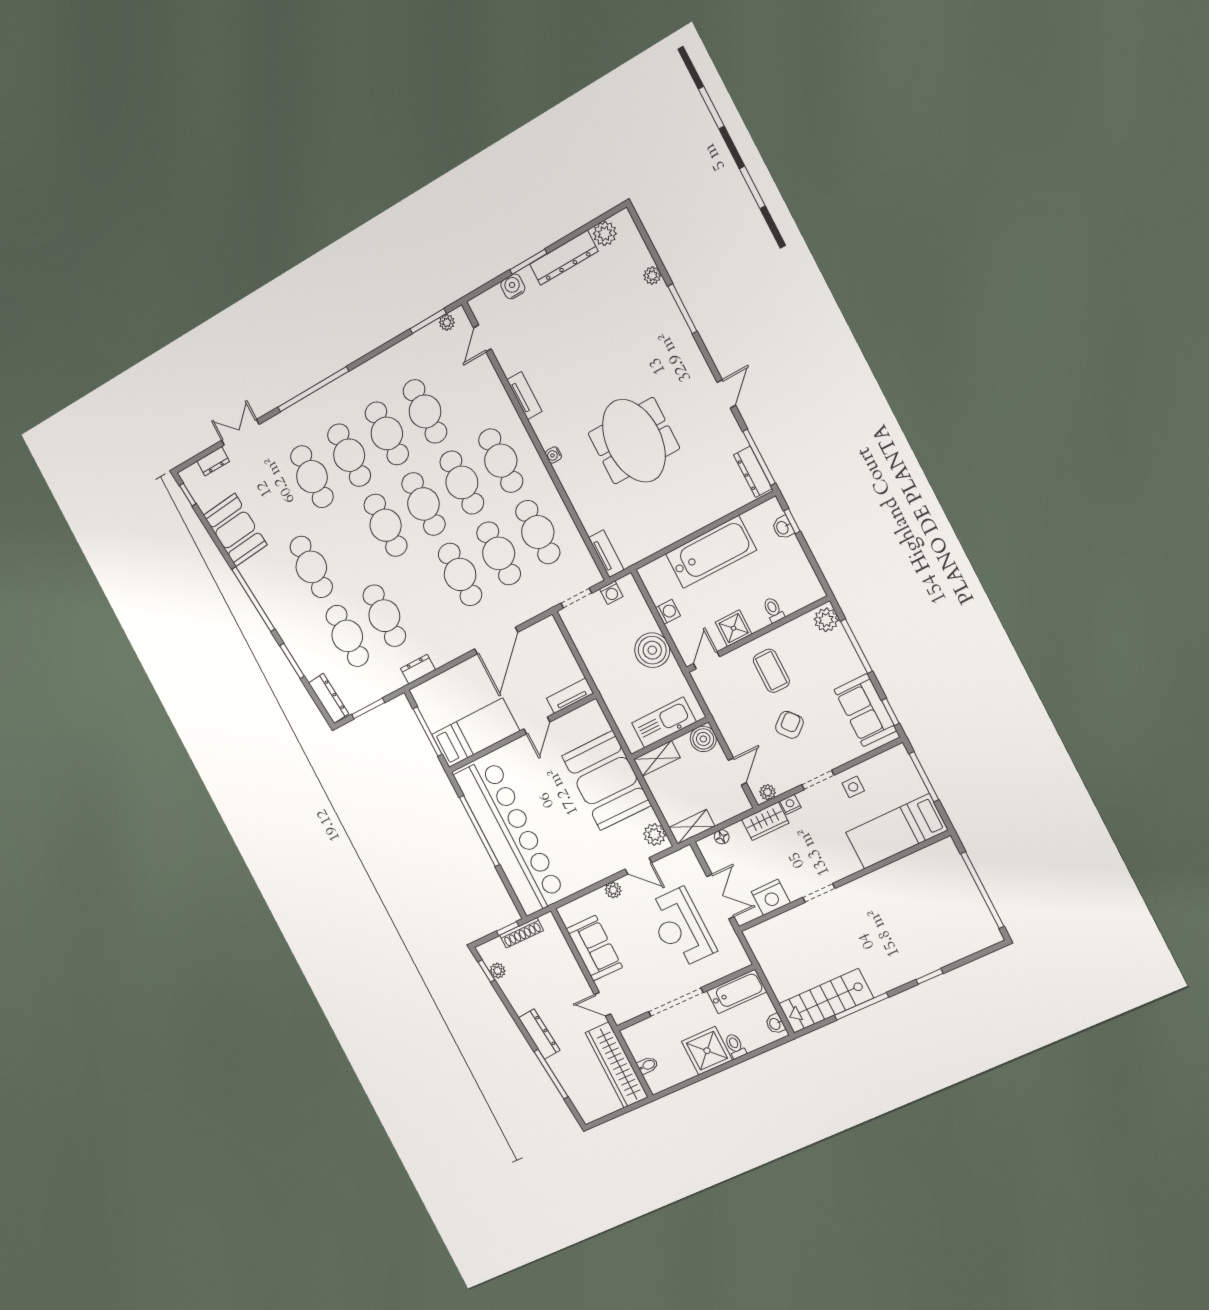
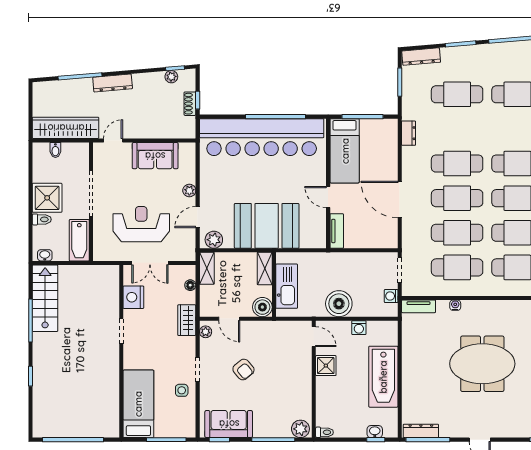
water cooler: (553, 455) -> (455, 305), moved
toilet: (773, 610) -> (324, 432), moved
cafe table: (384, 616) -> (457, 164), moved
coffee table: (771, 671) -> (285, 376), removed
nightstand: (790, 804) -> (190, 343), removed
shoe rack: (522, 933) -> (190, 104), width x0.70

